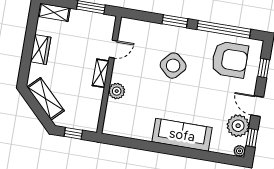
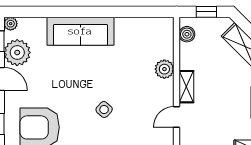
side table: (173, 66) -> (104, 109), width x0.54, depth x0.54
boiler: (93, 117) -> (187, 34), added

